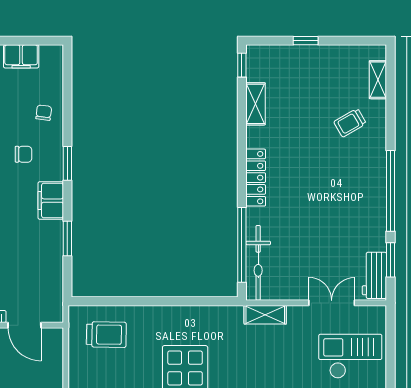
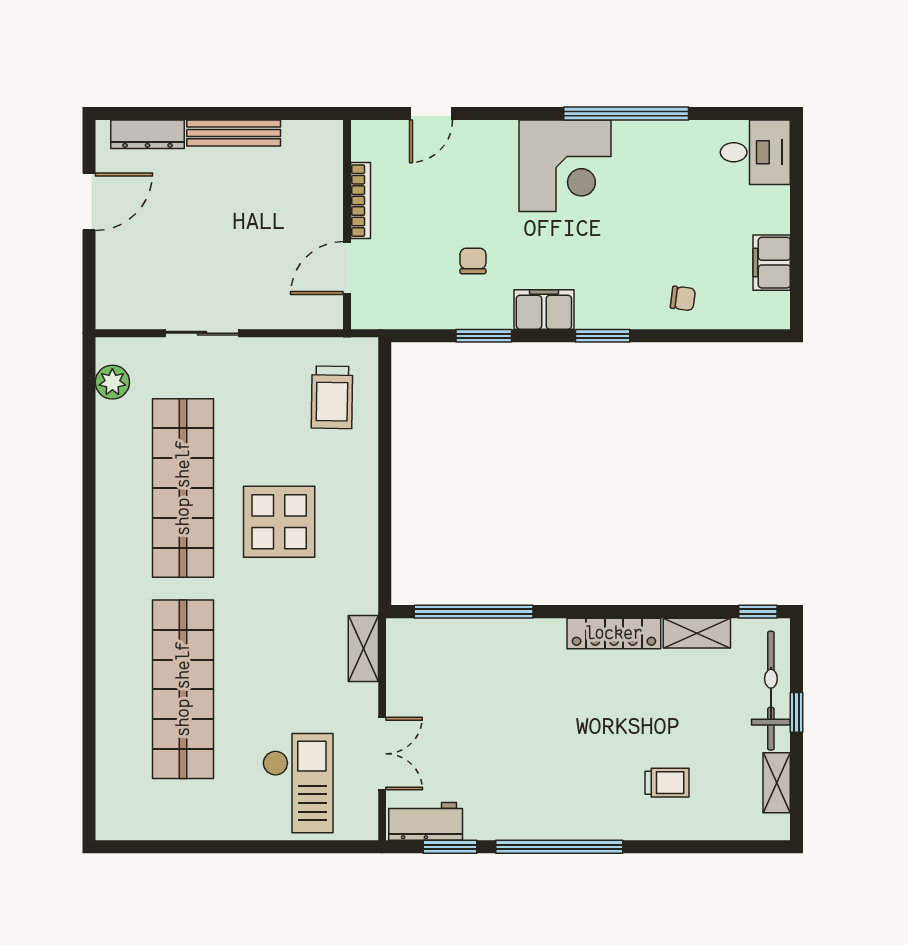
shelving: (378, 80) -> (777, 783), moved, turned 90
trolley: (350, 123) -> (667, 783), turned 120
chair: (23, 154) -> (473, 261), moved, turned 180
locker: (256, 178) -> (614, 633), moved
bicycle: (258, 263) -> (771, 691), moved, turned 90

